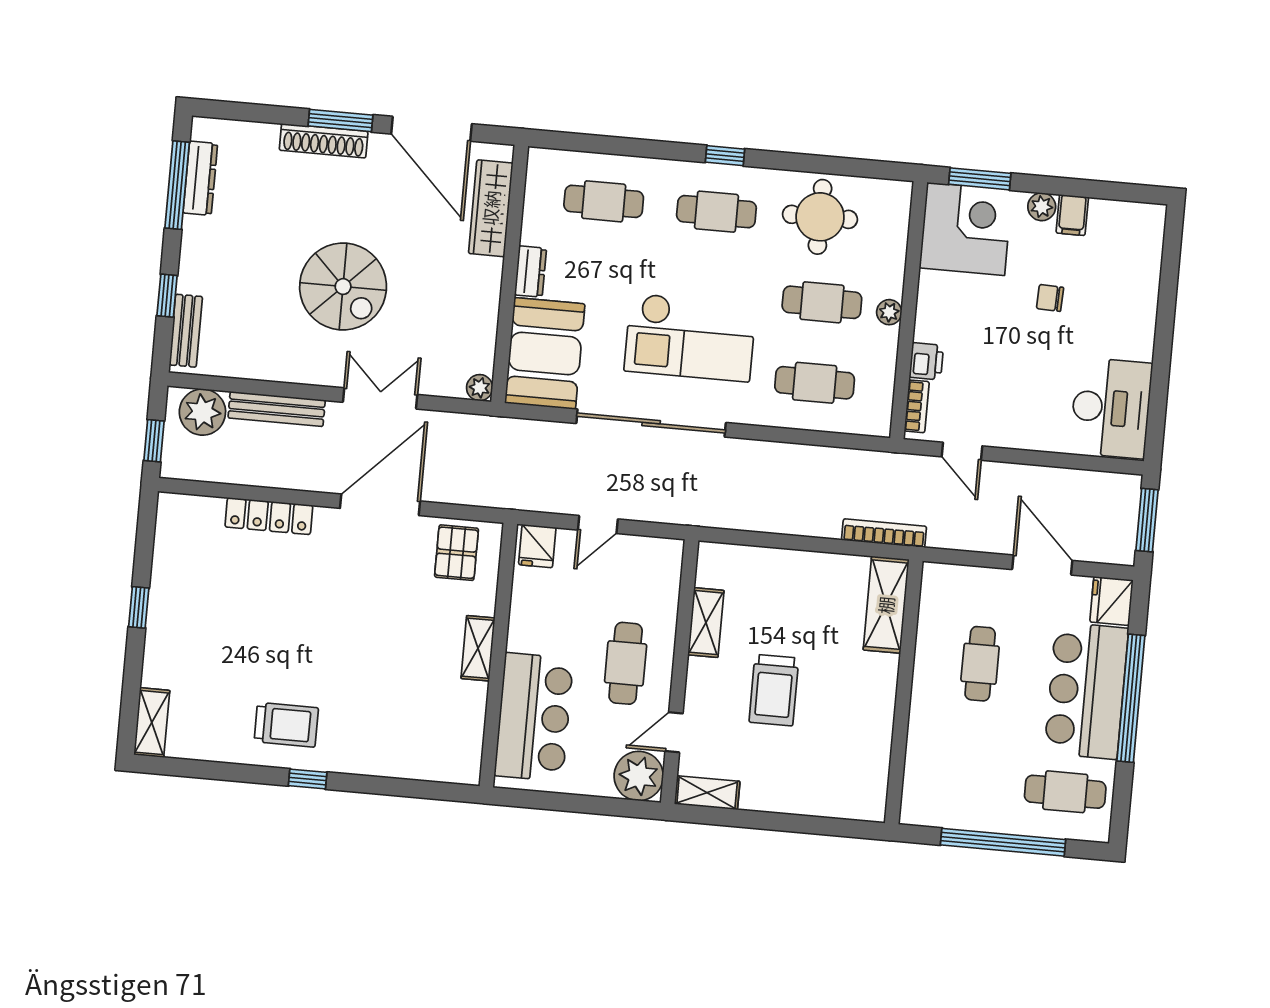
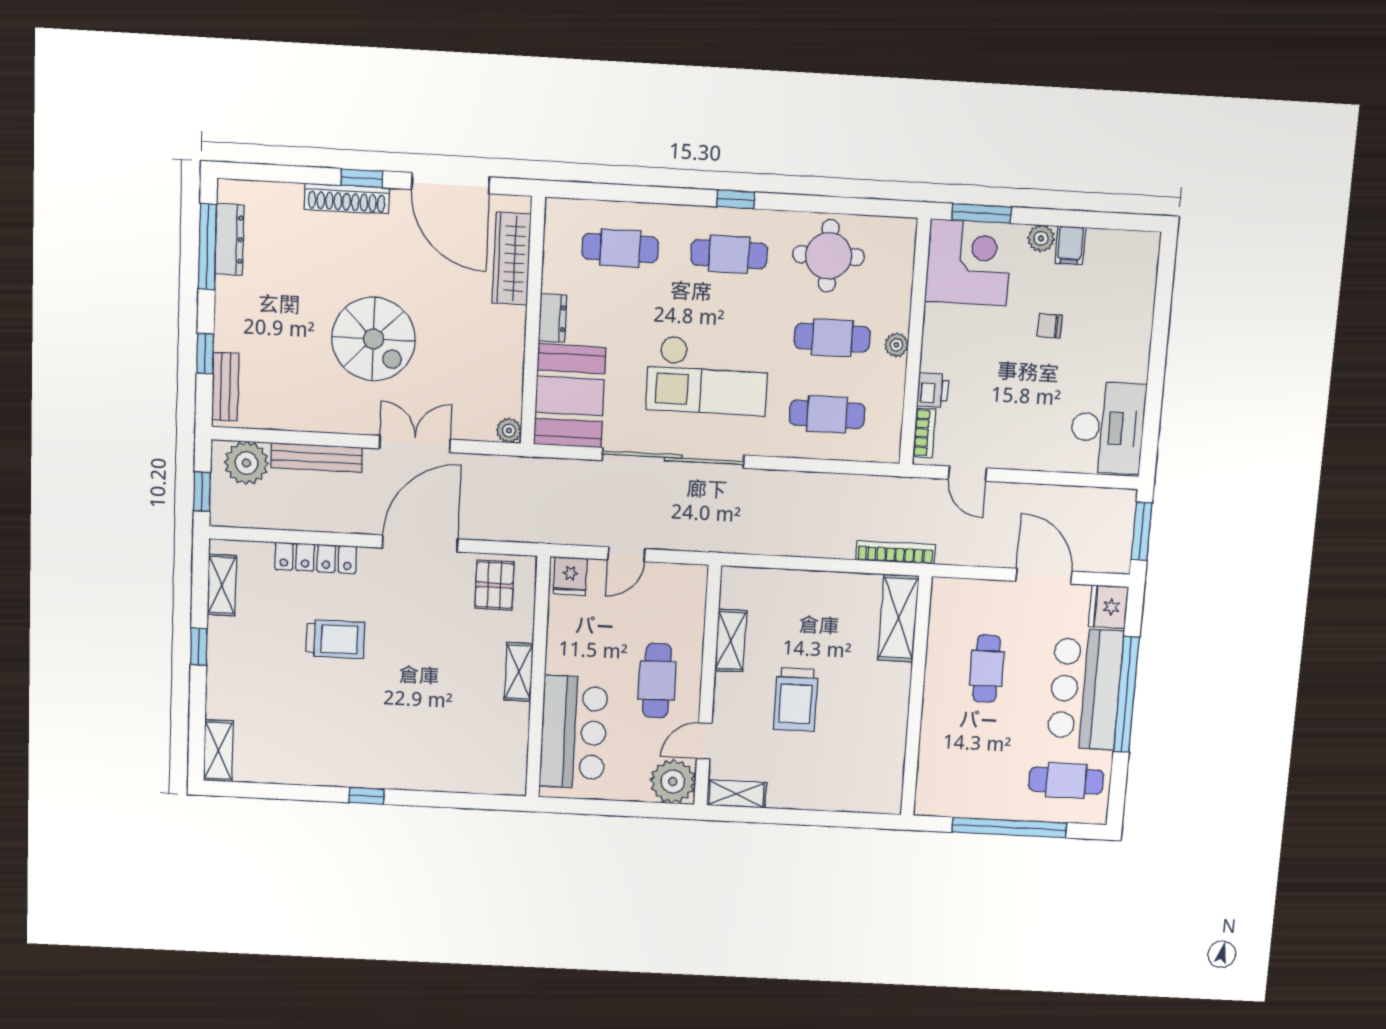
window: (341, 121) -> (362, 178), width x0.67
shelving: (168, 542) -> (222, 585), added
trolley: (286, 725) -> (335, 639), moved

